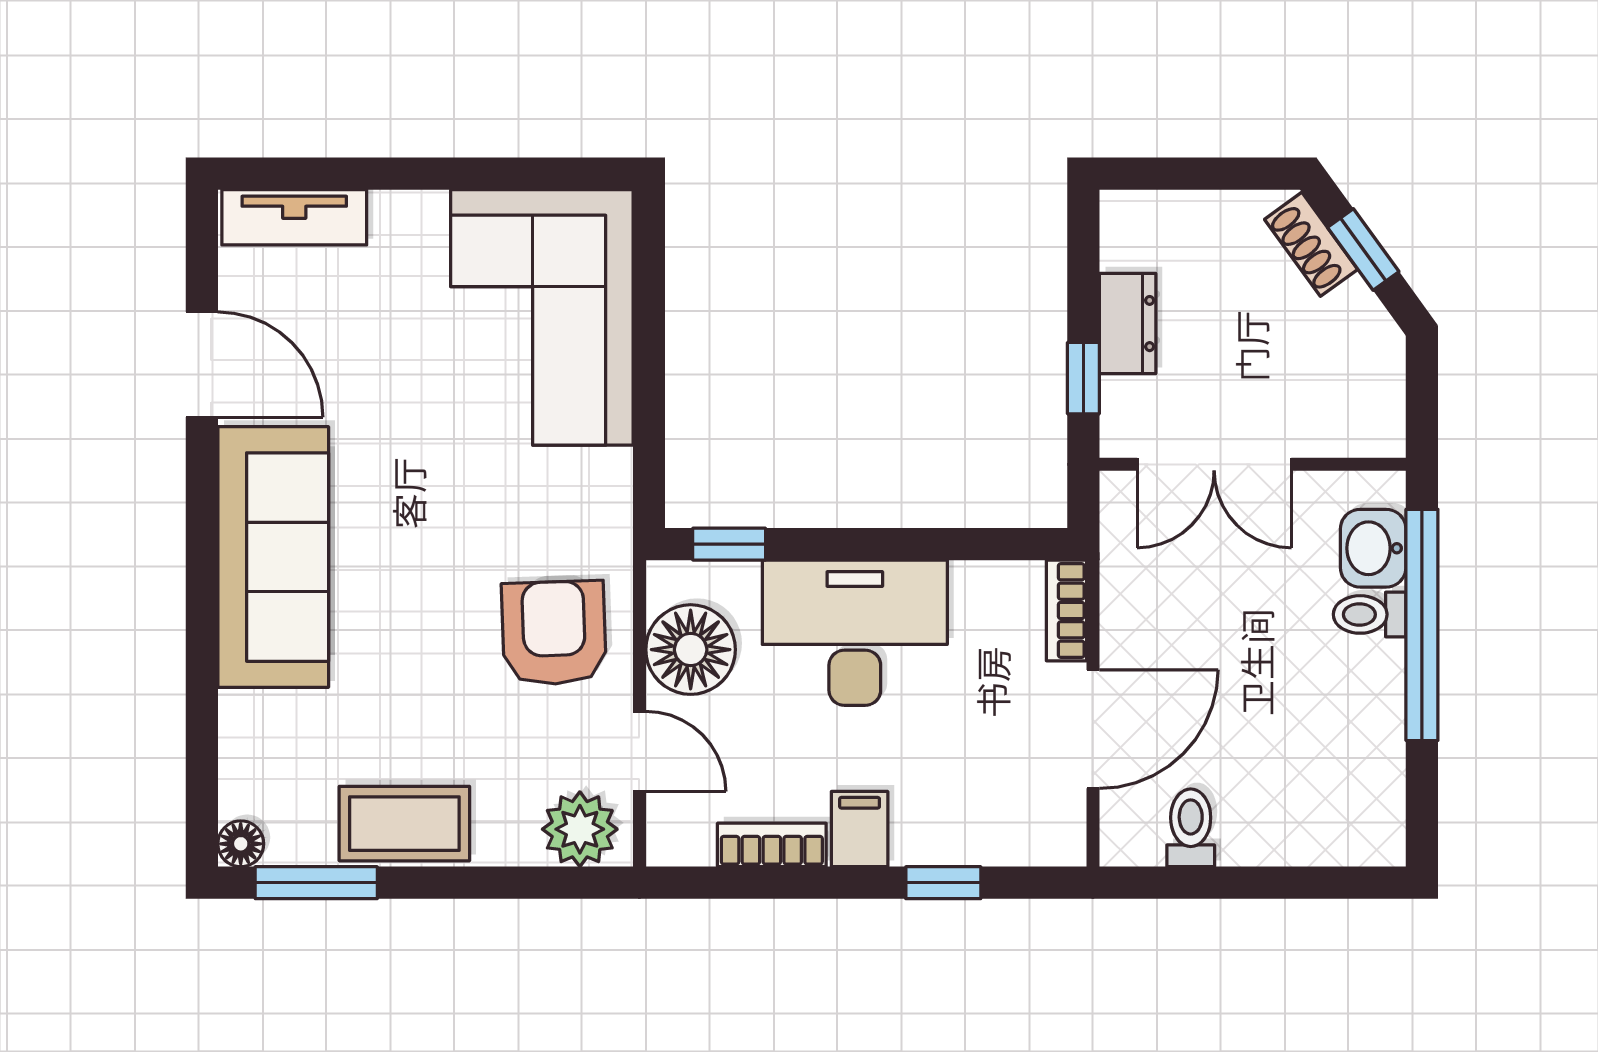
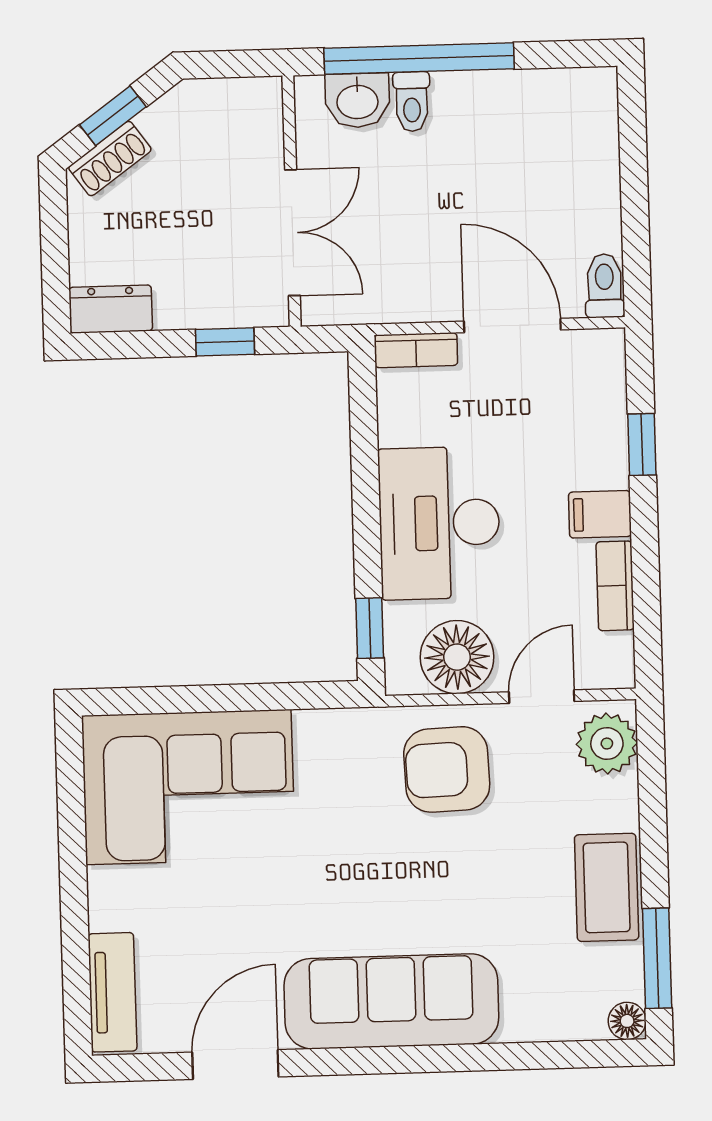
dresser: (1128, 324) -> (111, 309), moved
toilet: (1191, 828) -> (604, 286), moved, turned 90

